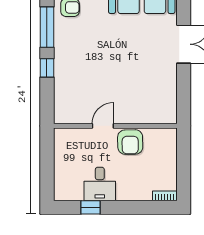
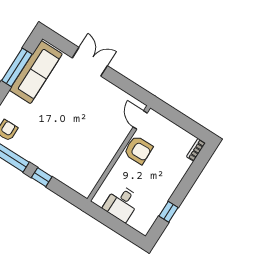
door: (103, 126) -> (140, 120), moved
desk: (100, 184) -> (122, 203), moved, turned 90

